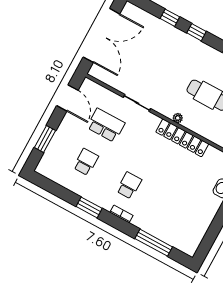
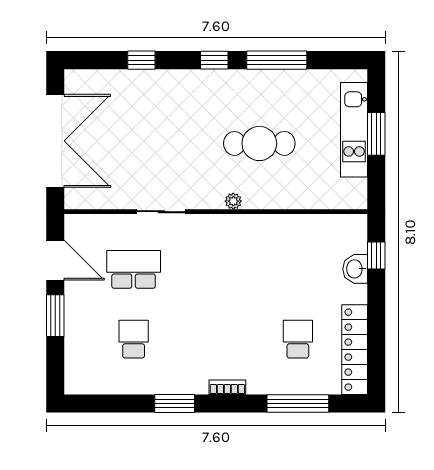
window: (196, 32) -> (214, 60), moved
locker: (182, 138) -> (355, 350), moved, turned 90
window: (45, 139) -> (55, 316), moved
school desk: (129, 185) -> (298, 339), moved

